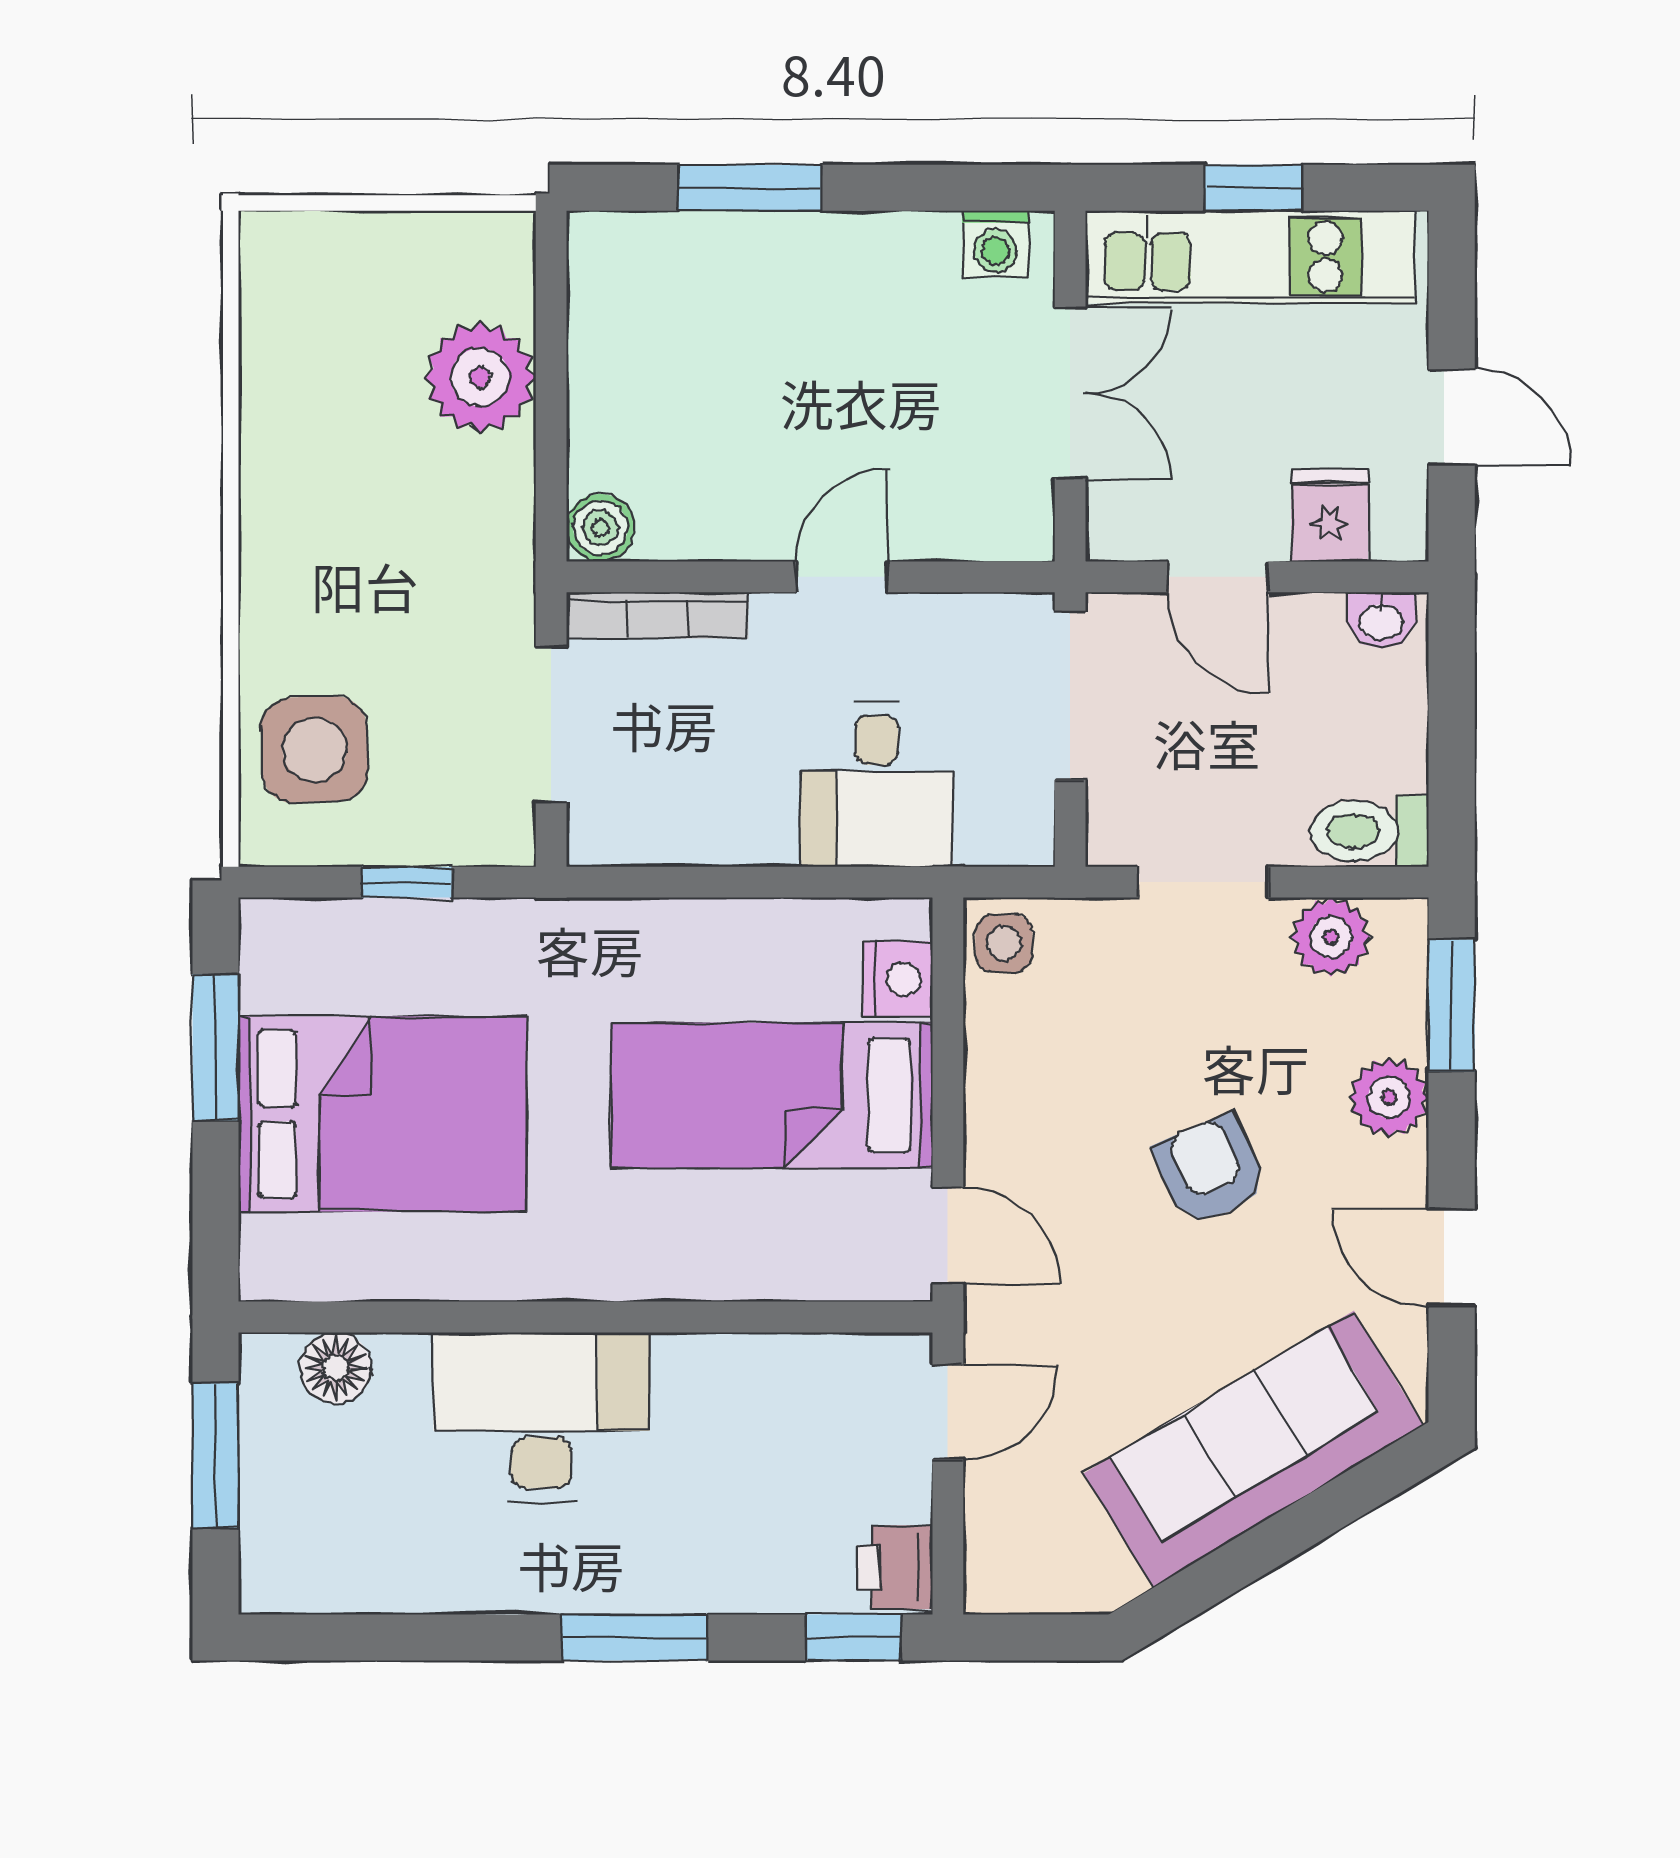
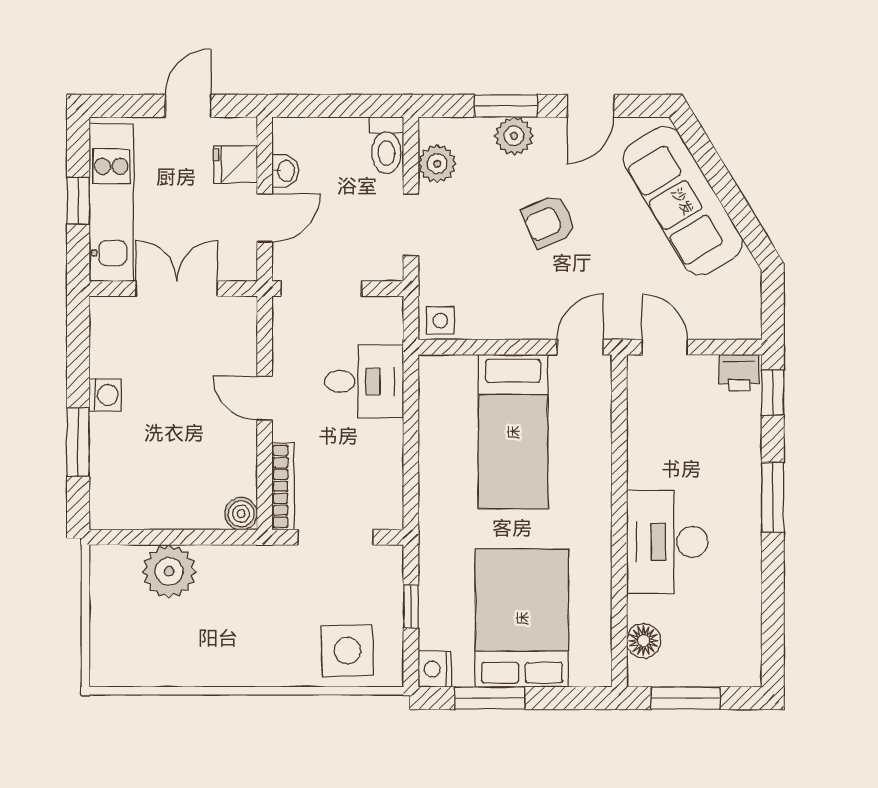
washing machine: (995, 244) -> (105, 395), moved
washbasin: (1381, 620) -> (285, 171), moved
nightstand: (898, 979) -> (435, 669), moved, turned -90
window: (1452, 1005) -> (506, 106), moved

